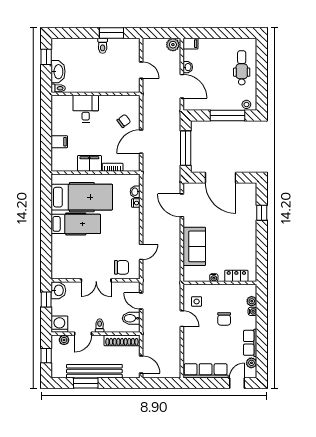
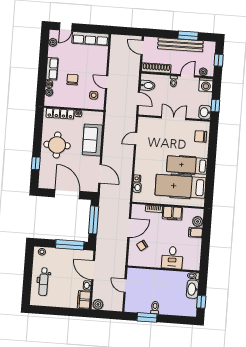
filing cabinet: (190, 44) -> (84, 300), width x2.00
window: (228, 115) -> (70, 245), moved
plant: (58, 155) -> (198, 221), added
round table: (237, 237) -> (57, 145), added
chair: (121, 267) -> (201, 136), moved
locker: (236, 276) -> (60, 114), width x1.53
row of seats: (250, 343) -> (52, 69), moved

